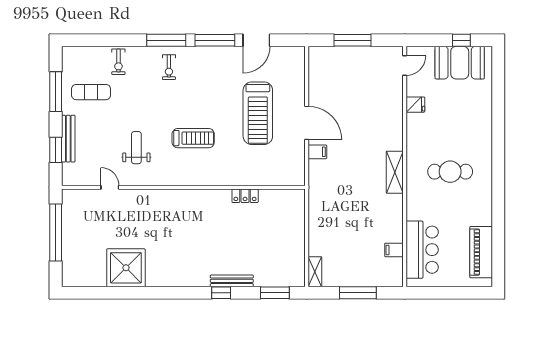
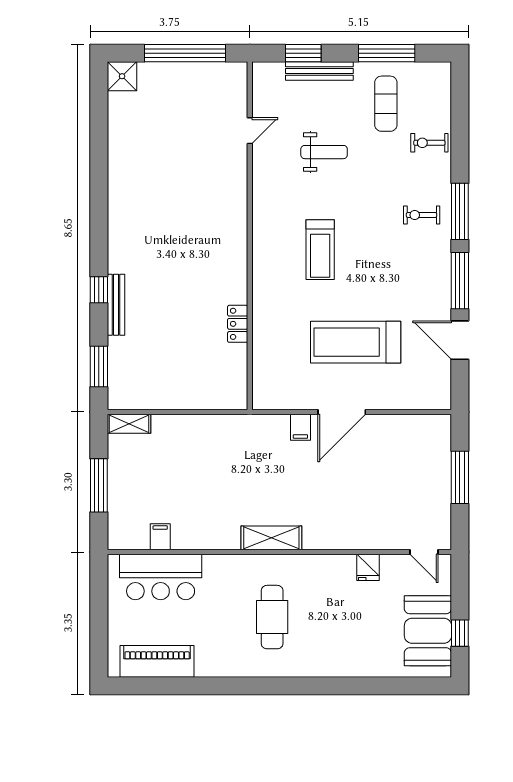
weight bench: (136, 148) -> (324, 152), moved
shower: (126, 268) -> (122, 76), moved, width x0.54, depth x0.54

